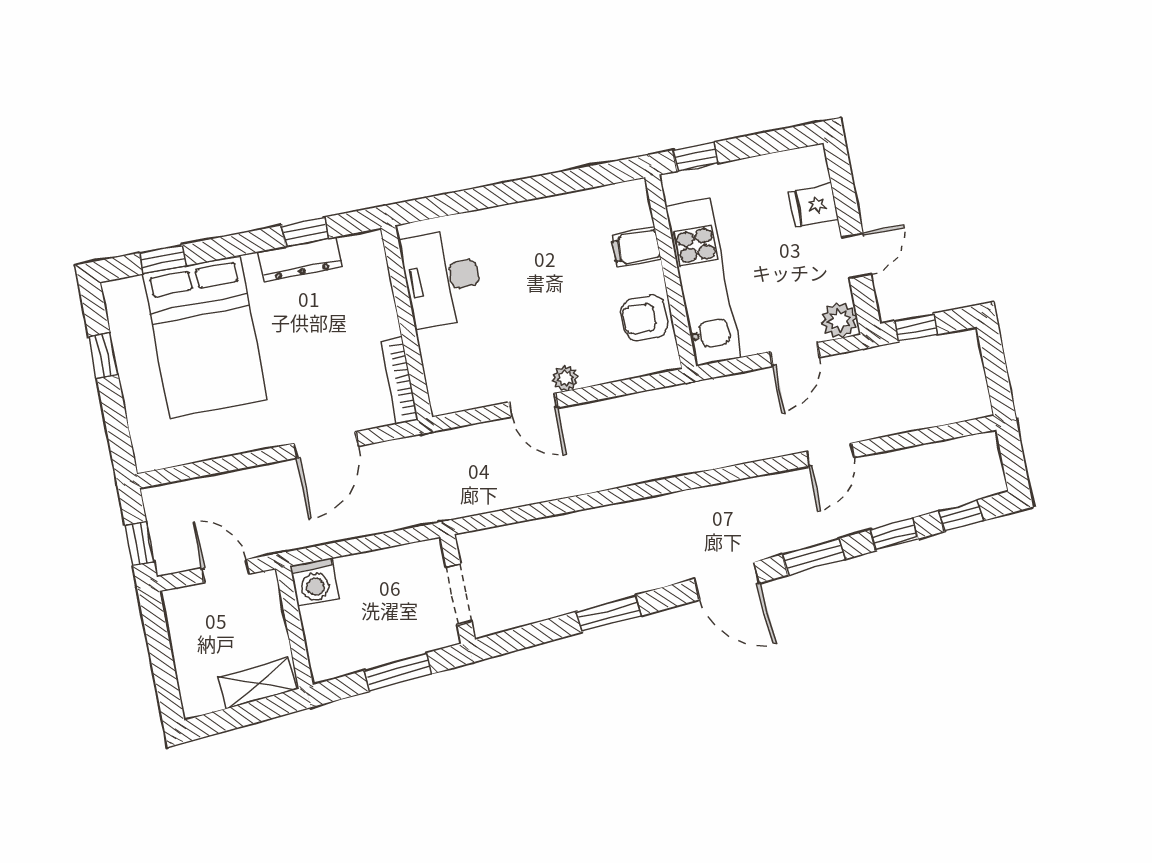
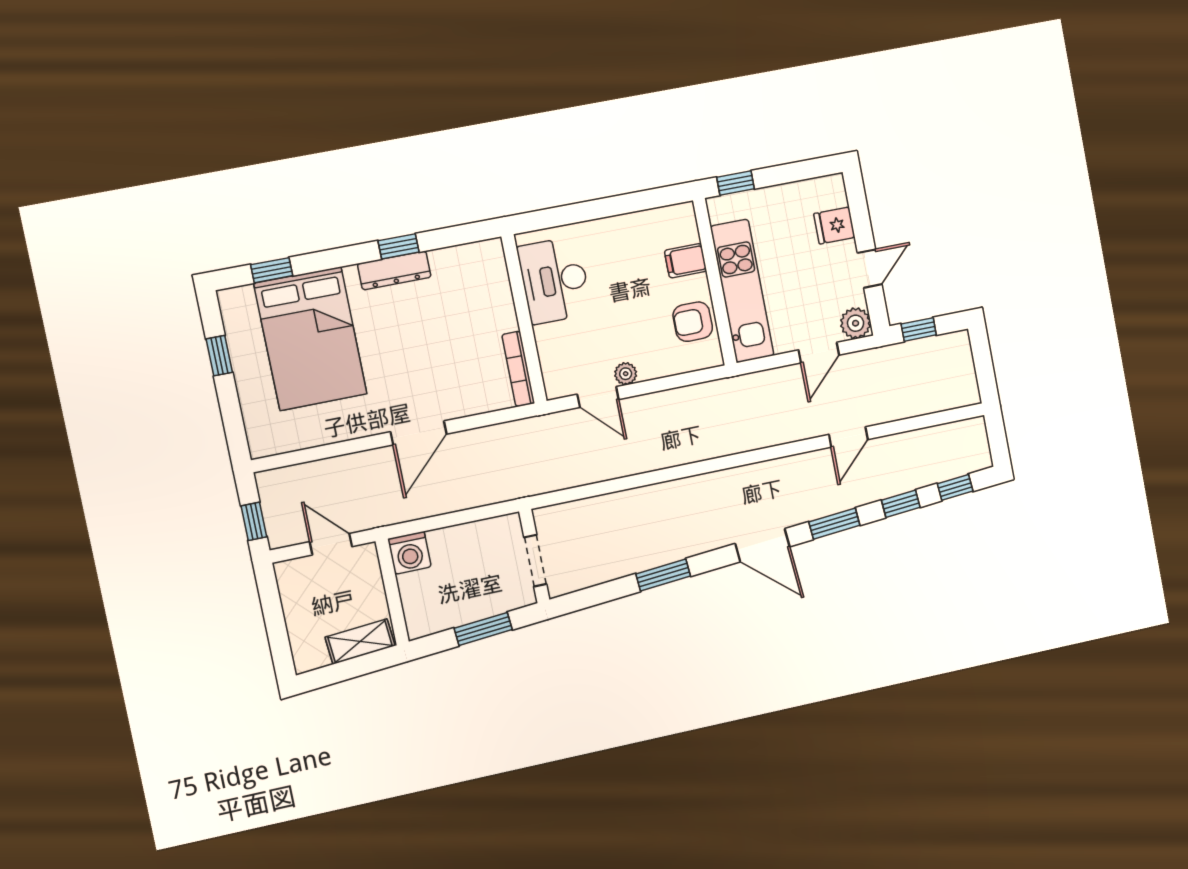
desk: (442, 278) -> (555, 280), moved
wall: (407, 323) -> (524, 319), moved
bookcase: (399, 380) -> (518, 369), moved

